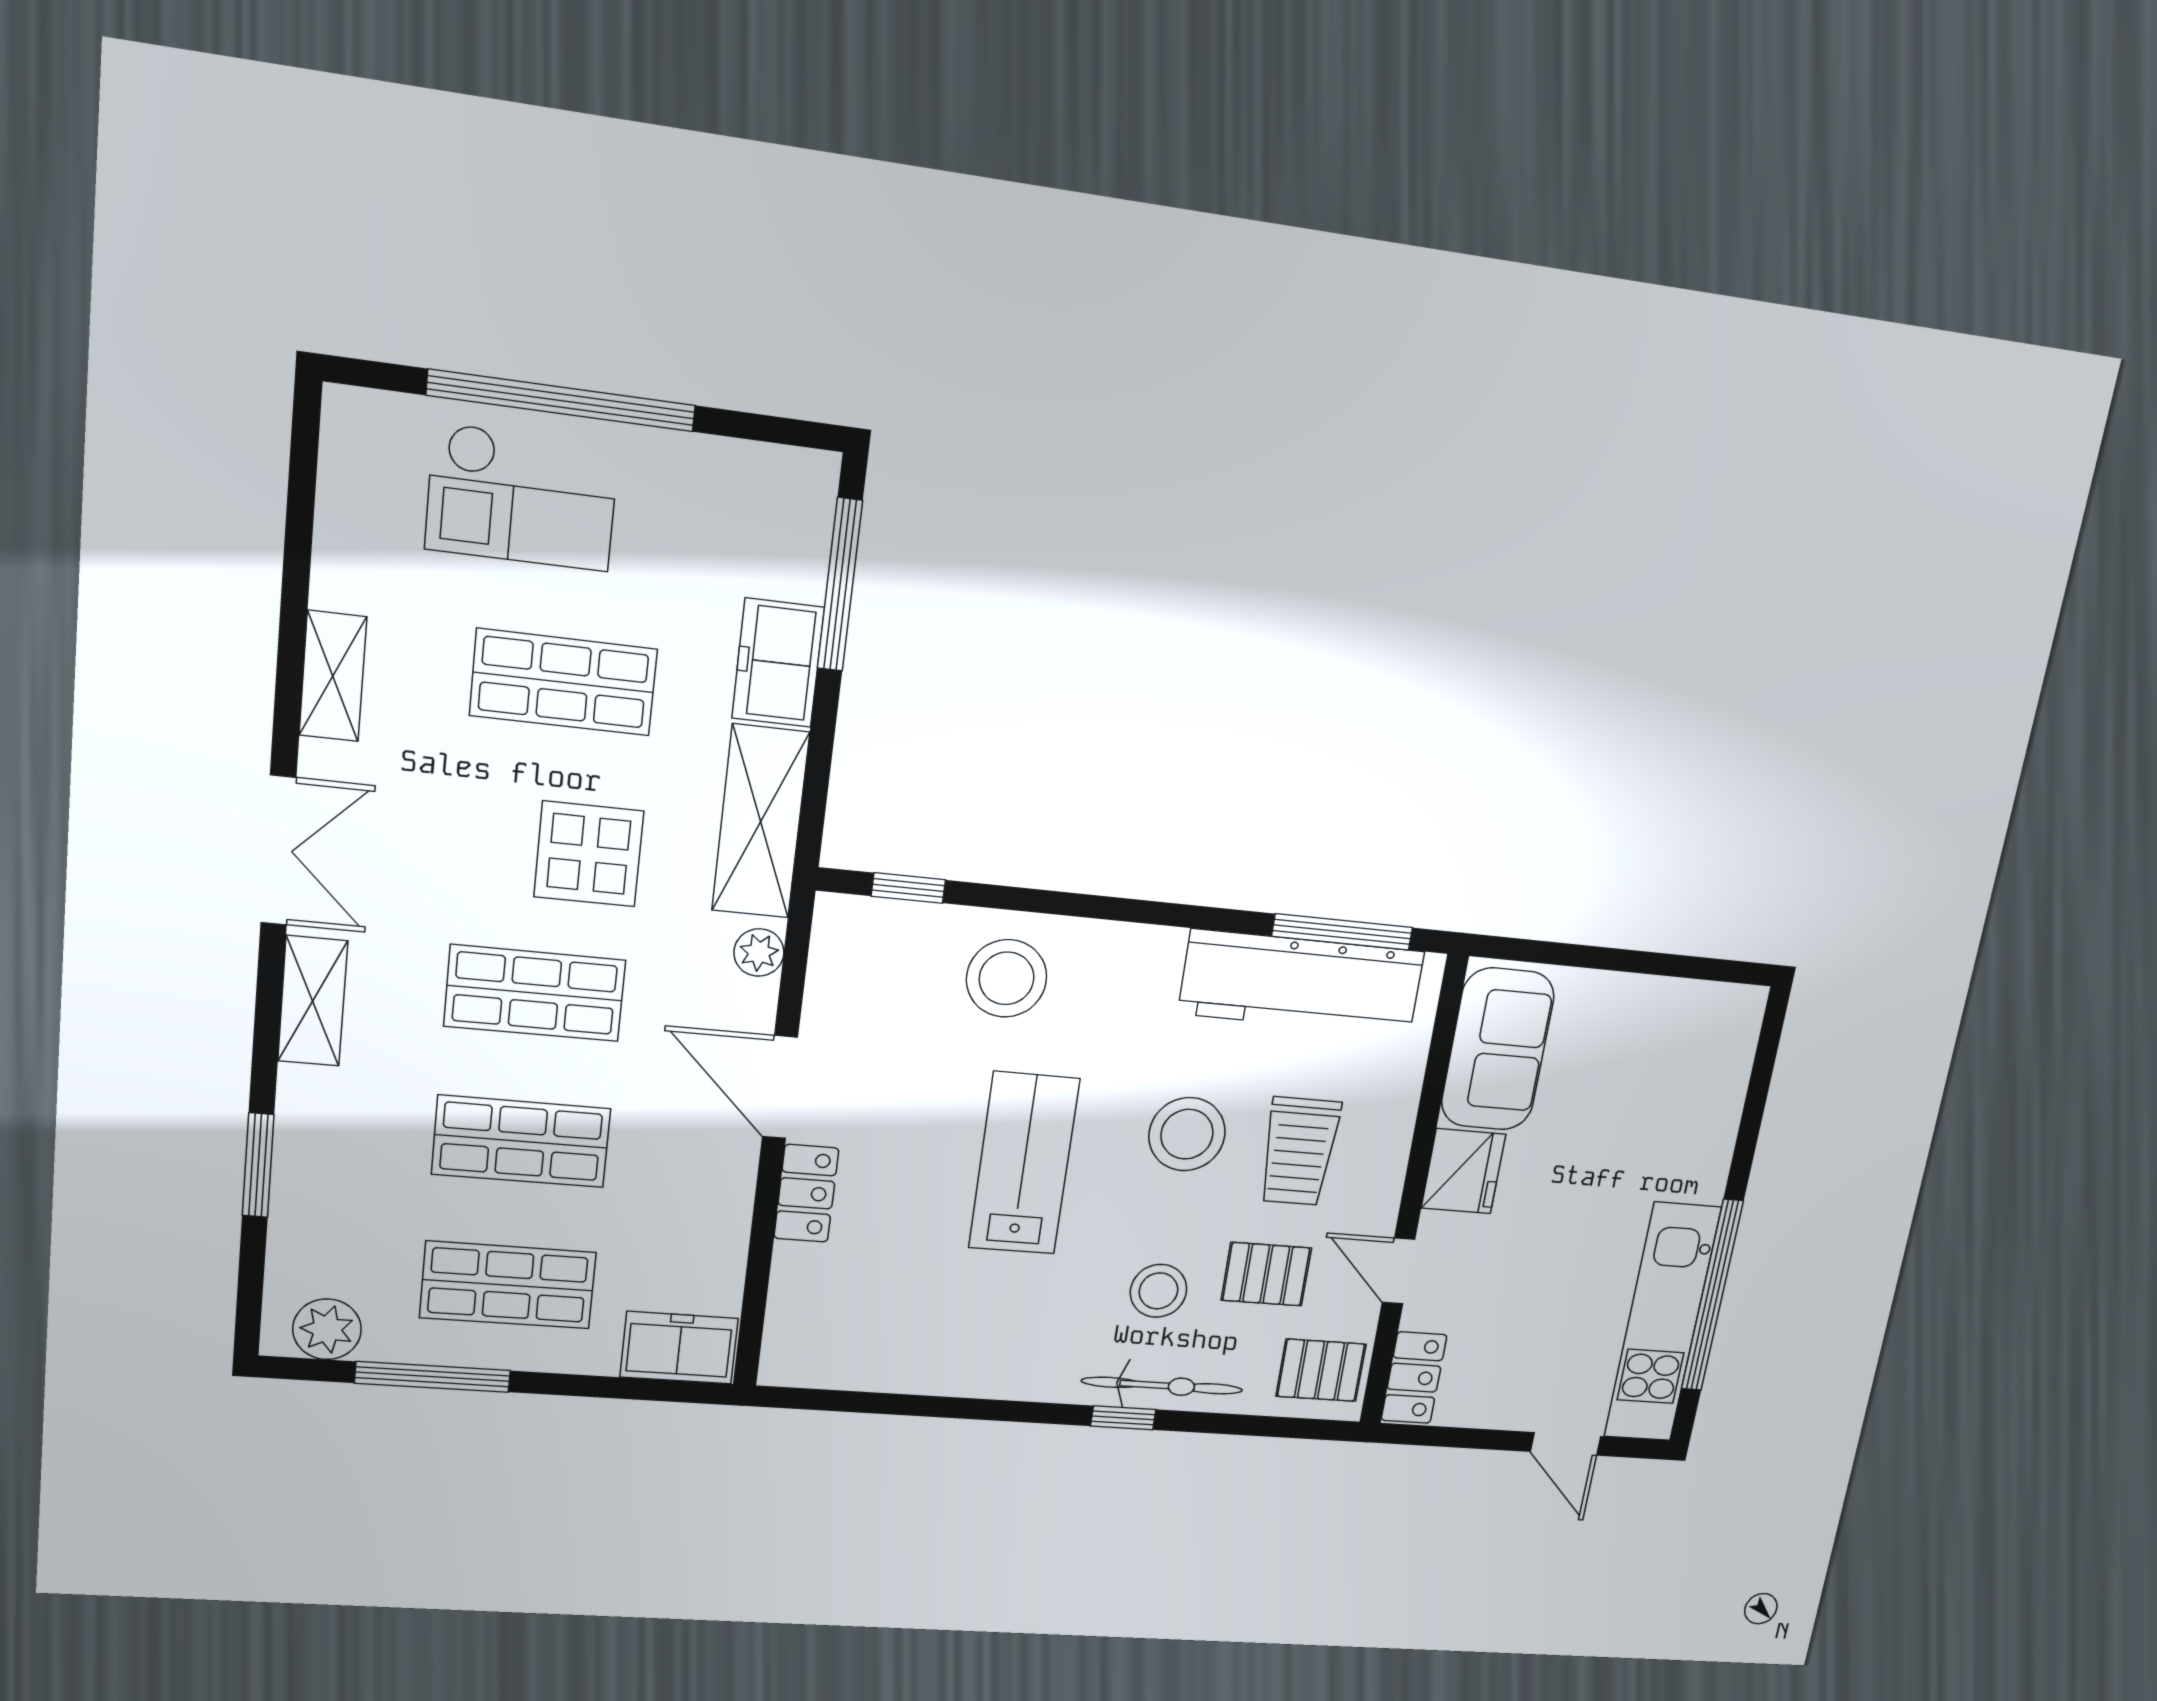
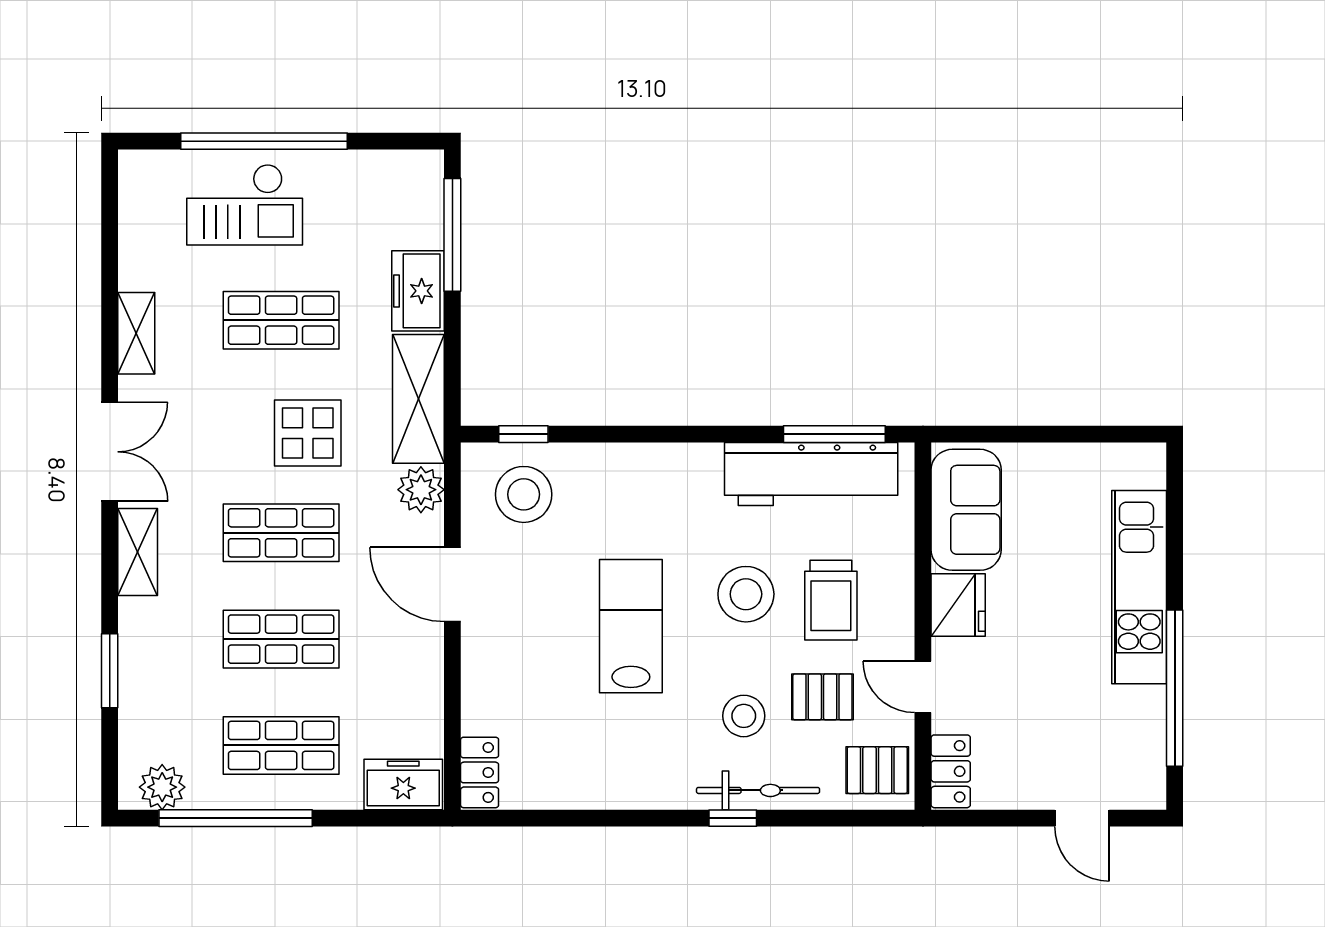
plant: (759, 953) -> (421, 490), width x1.38, depth x1.38
stool: (1007, 978) -> (524, 494), moved
locker: (806, 1193) -> (480, 772), moved
kitchen unit: (1662, 1323) -> (1139, 587), moved
window: (433, 1377) -> (236, 818), width x1.46

